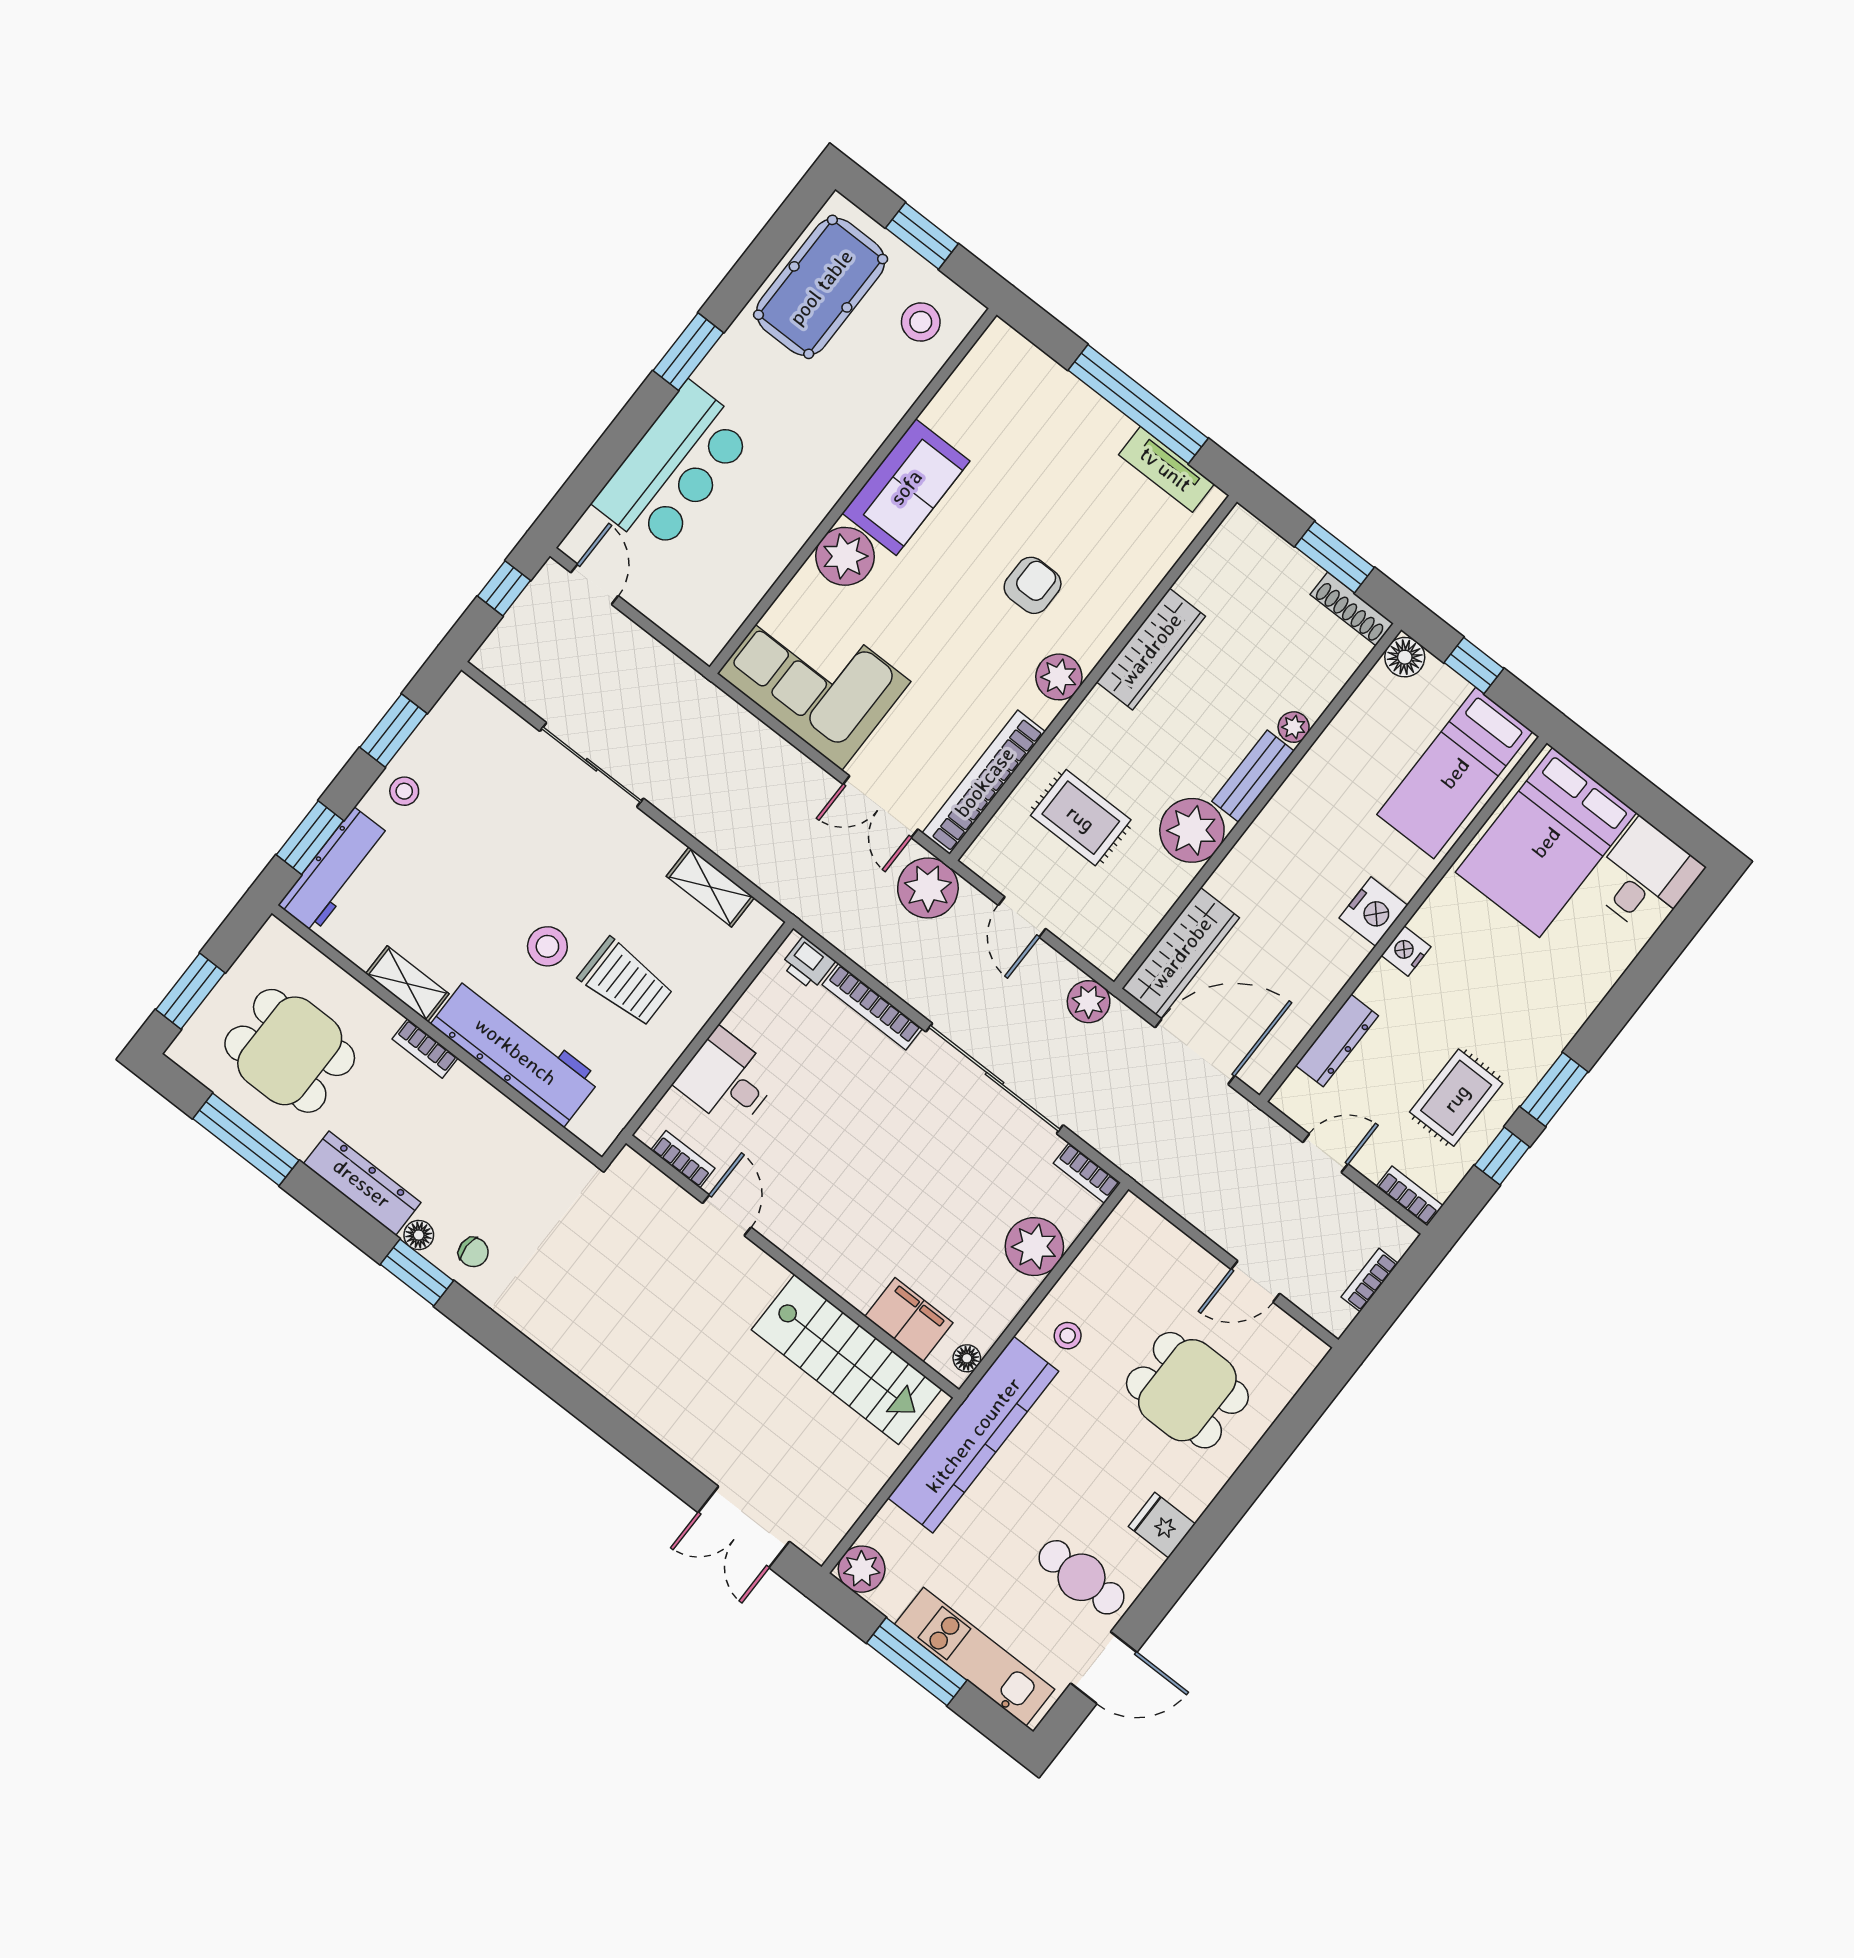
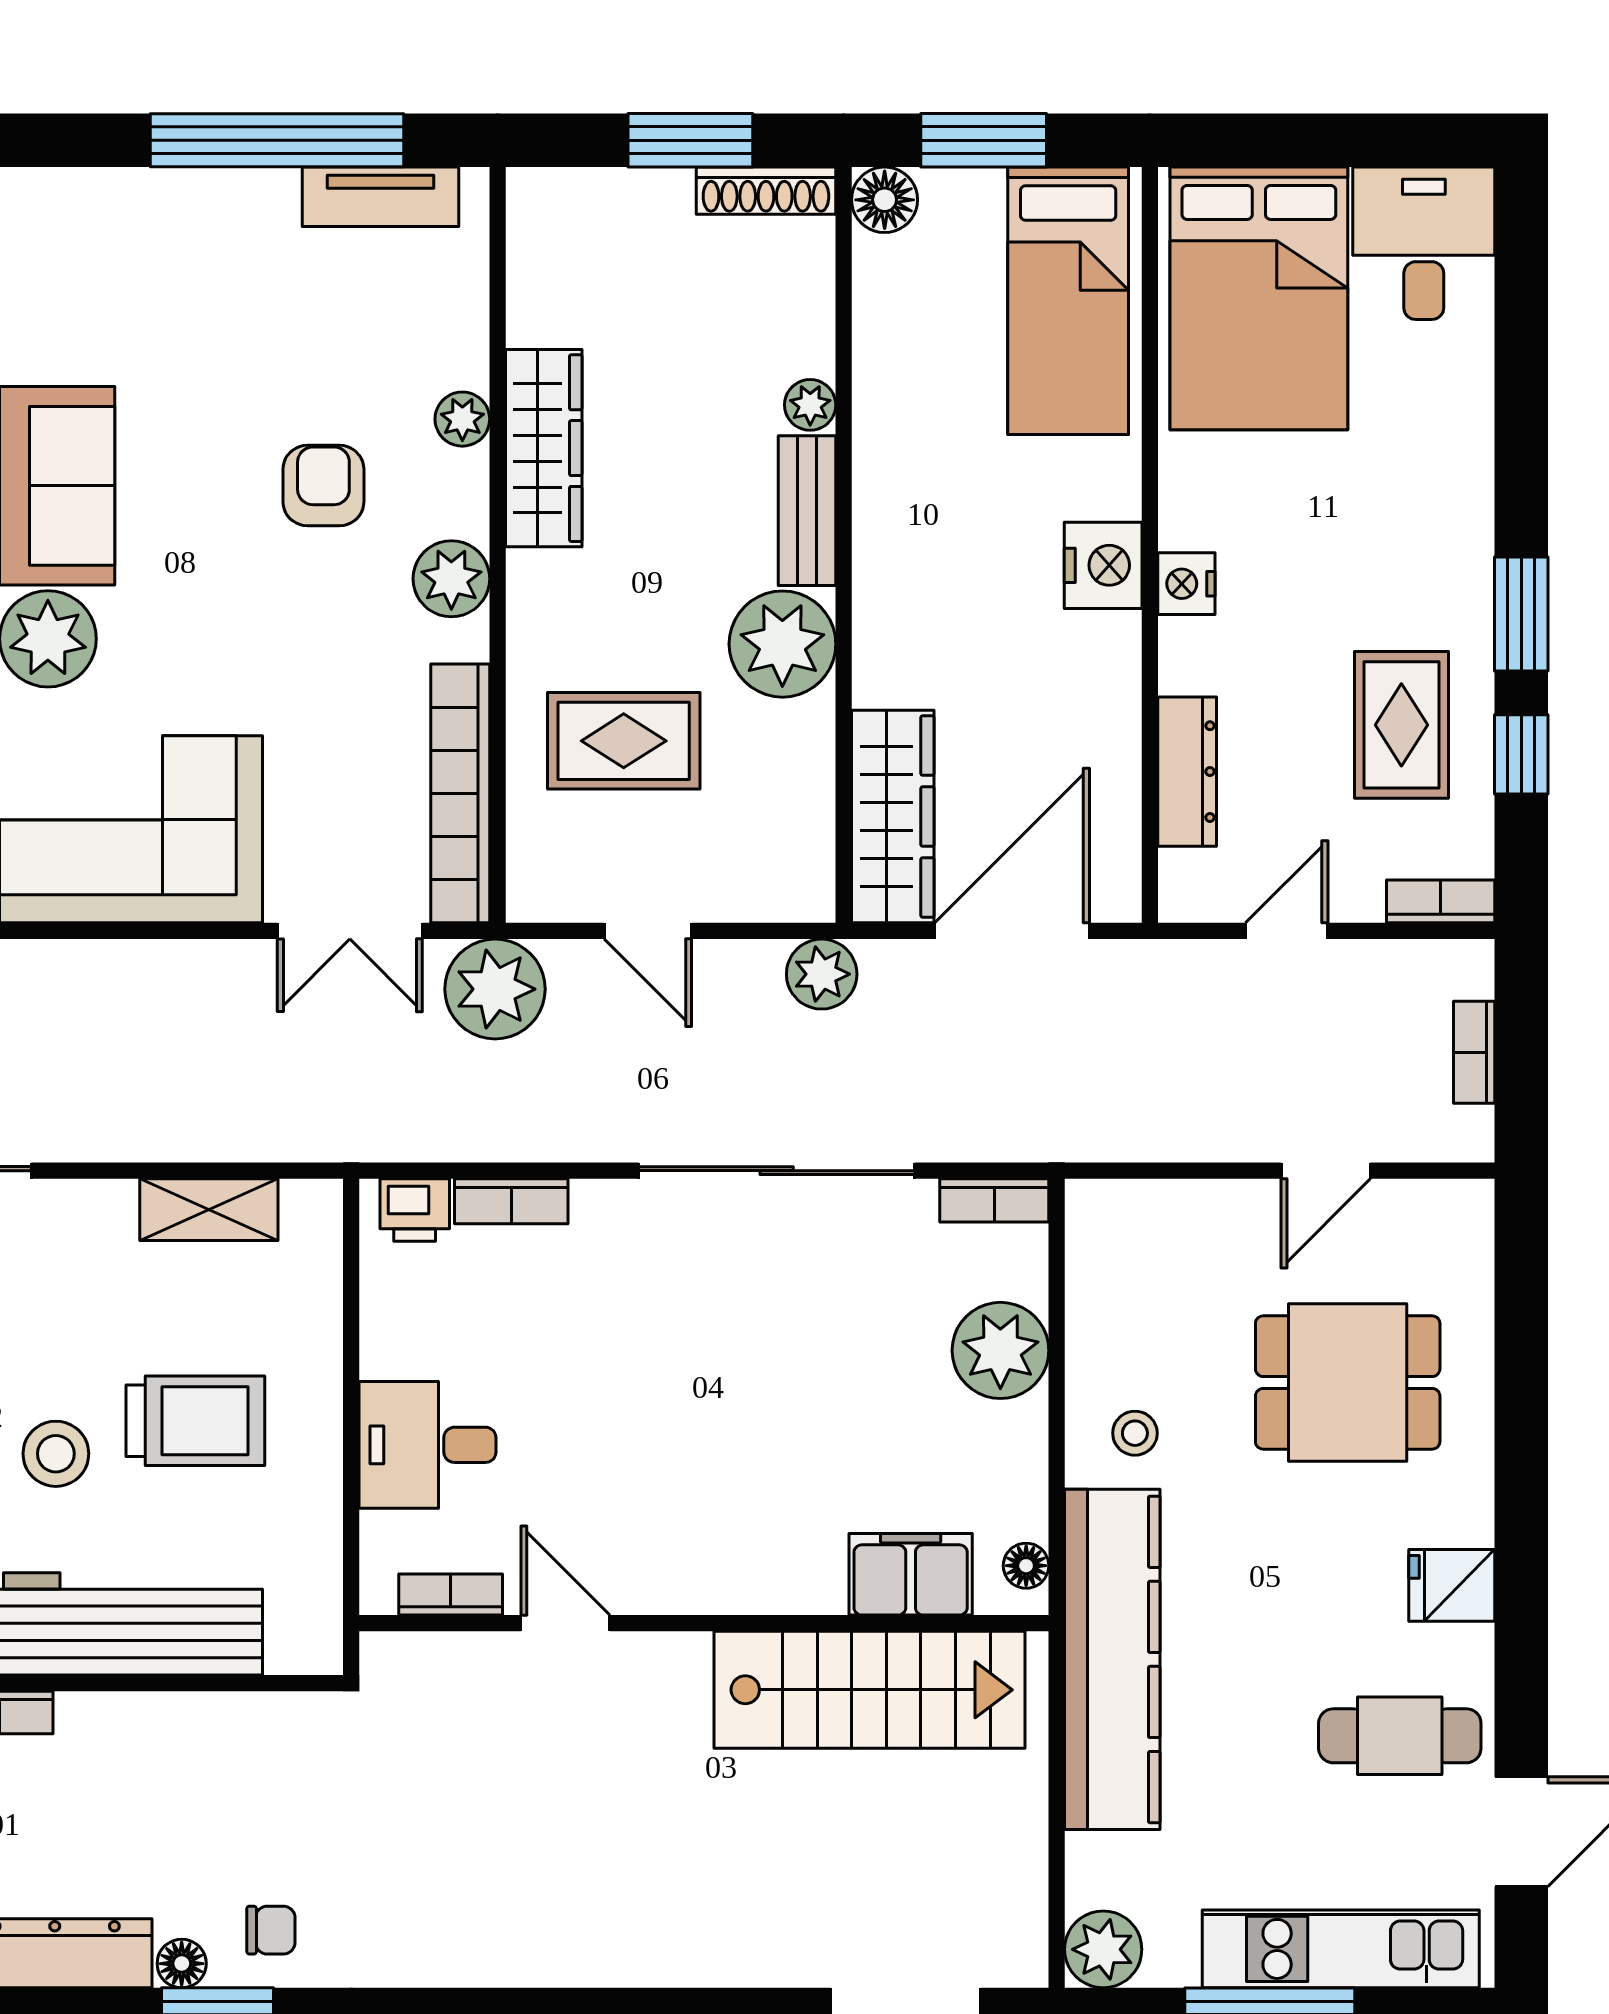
plant: (1123, 605) -> (462, 419), added
window: (1474, 665) -> (984, 140), width x1.50
bookcase: (872, 1007) -> (511, 1201), width x0.64

